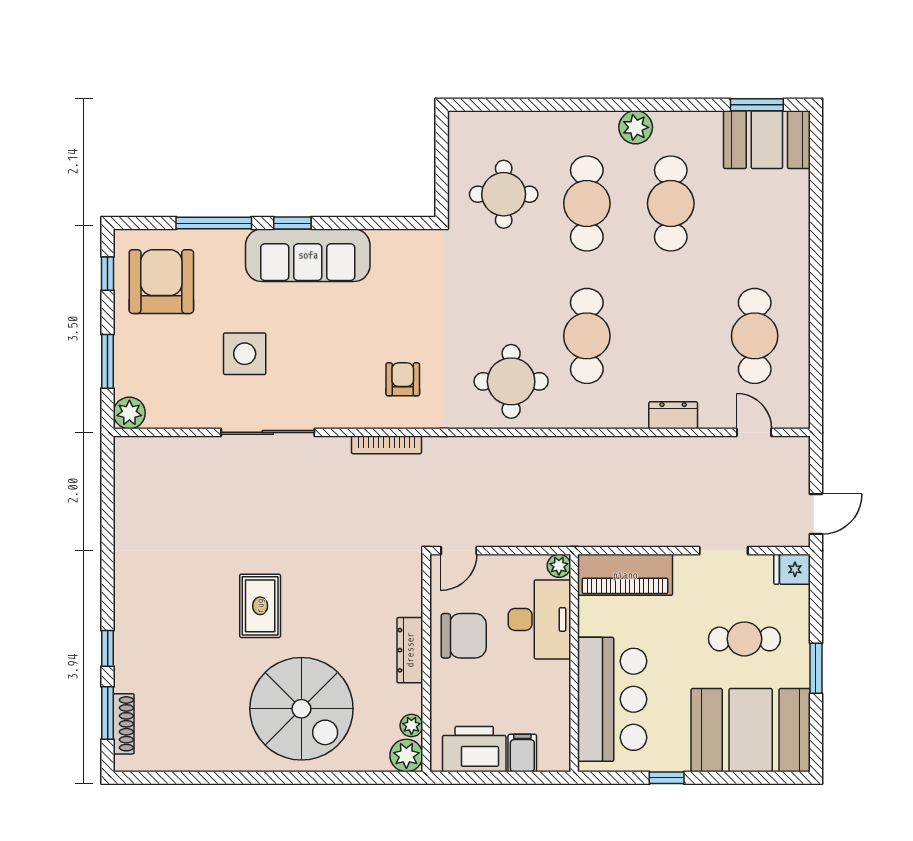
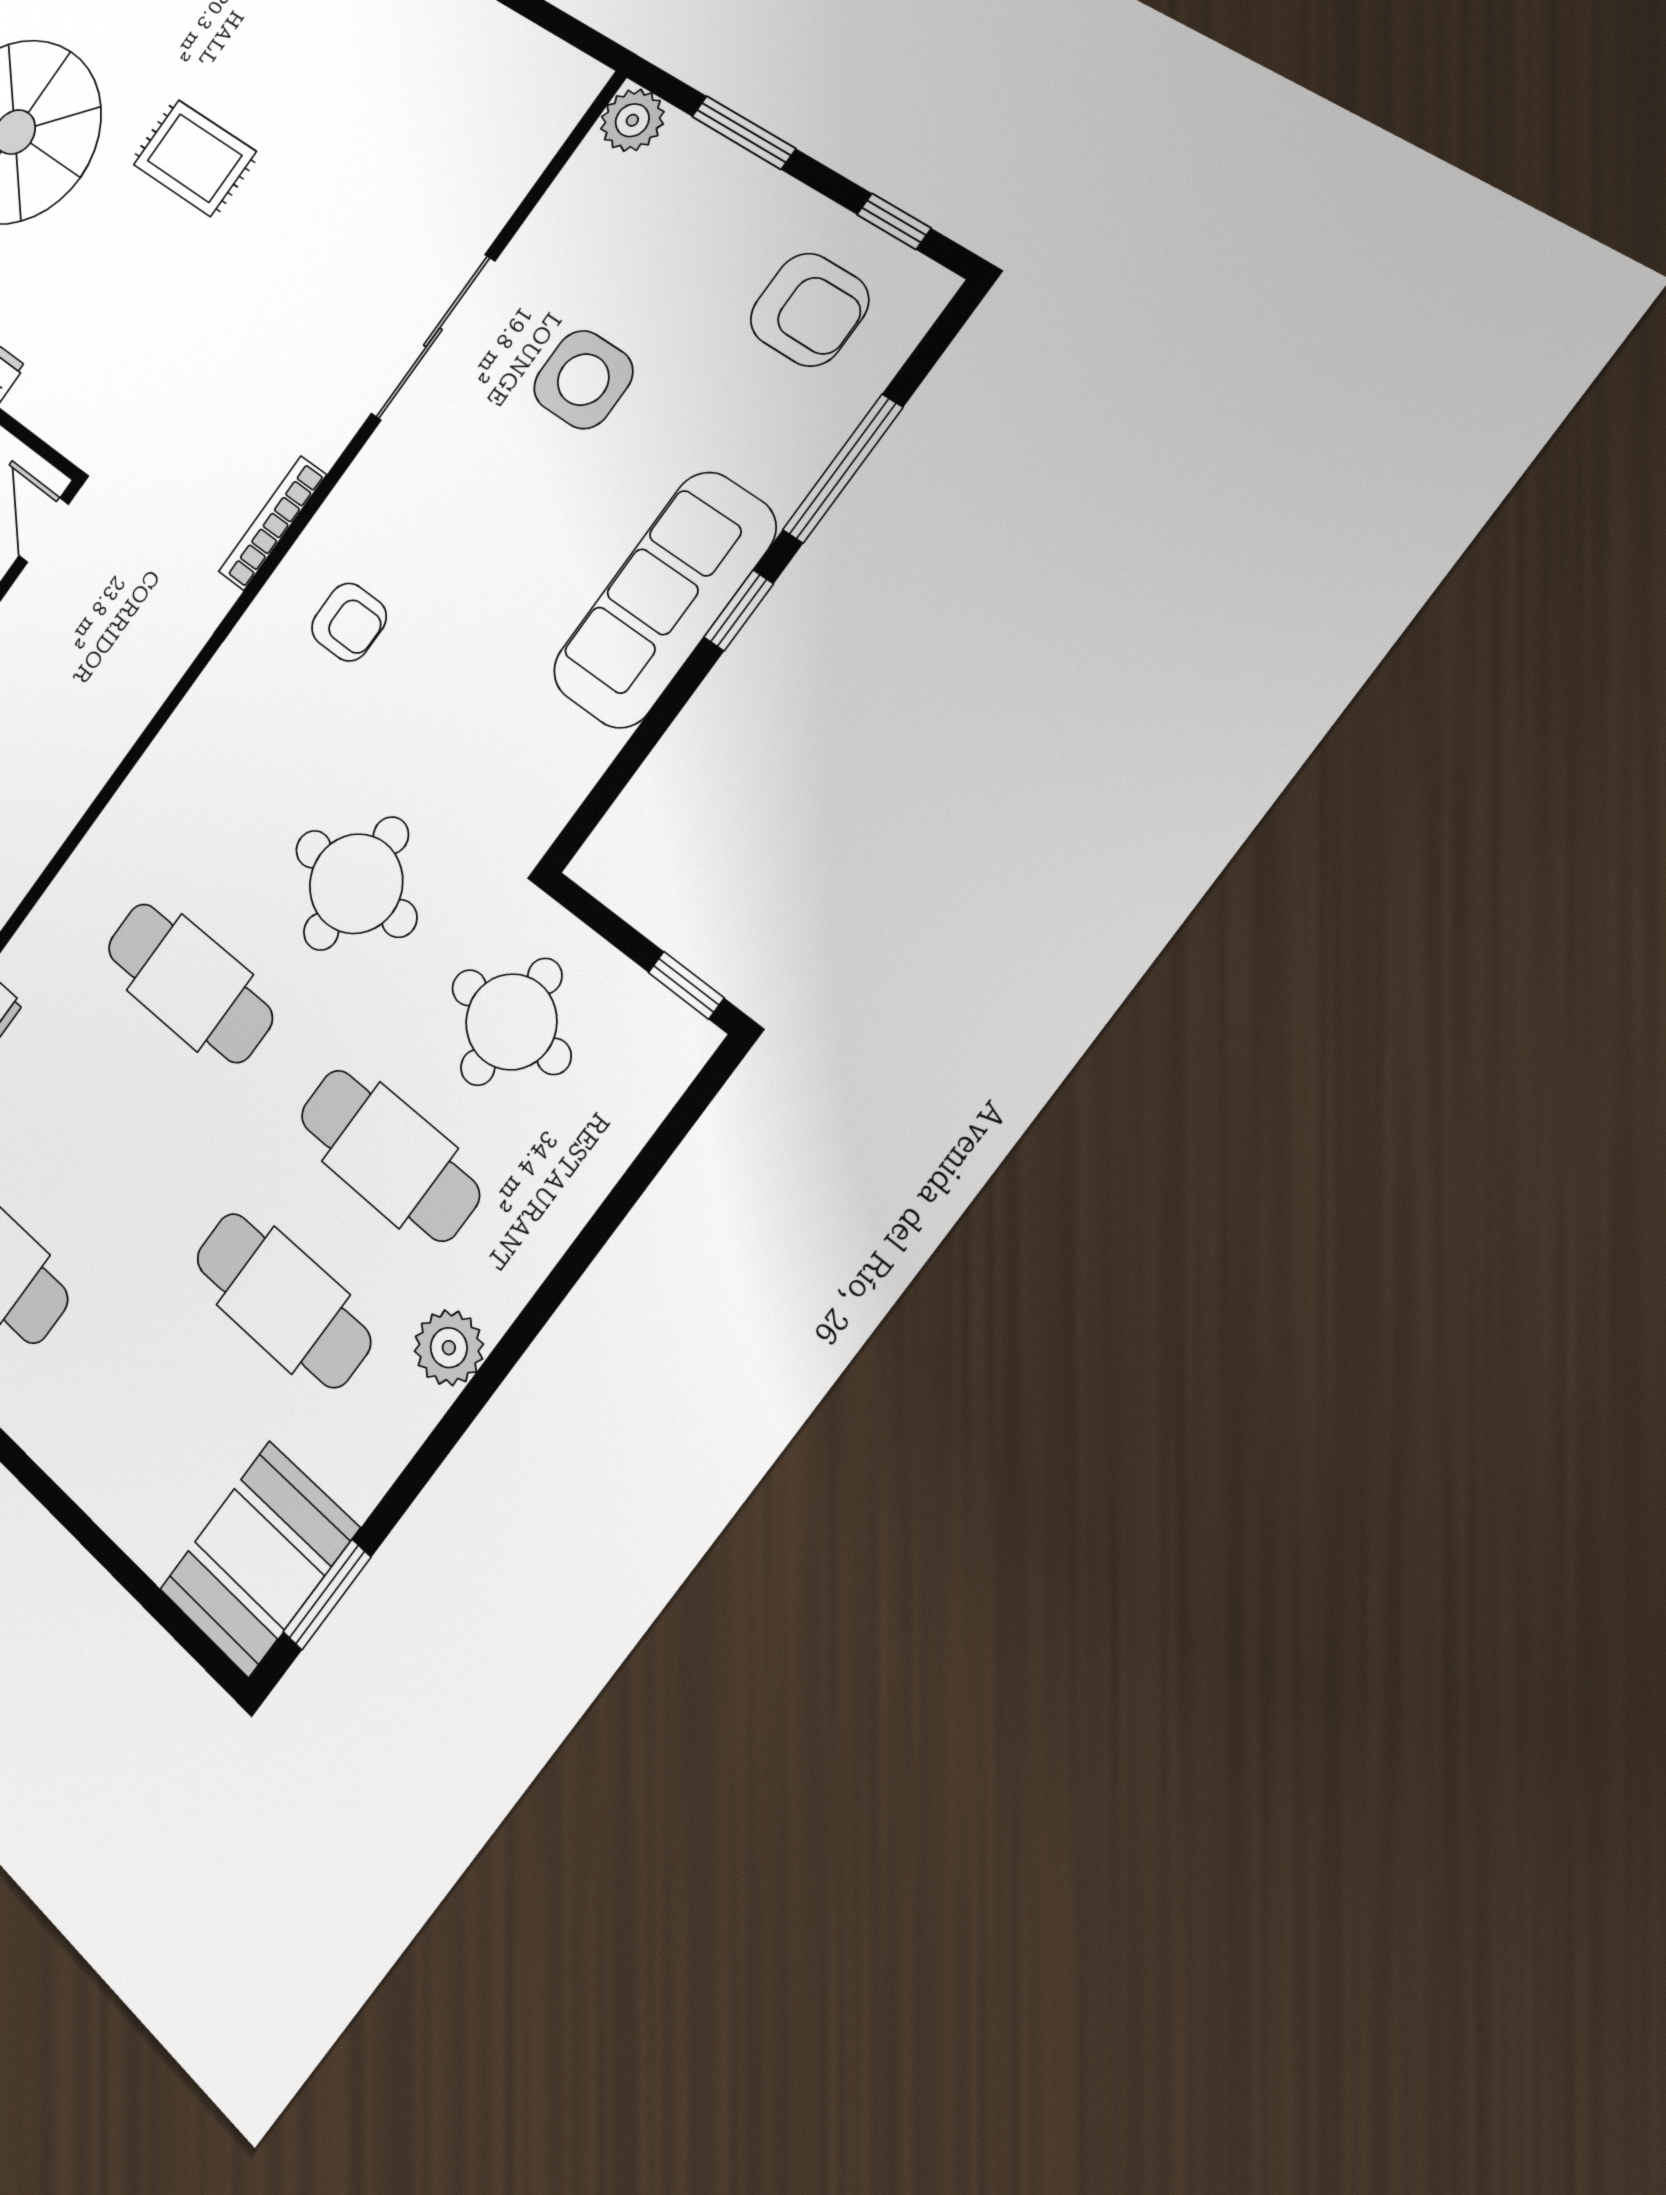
window: (442, 139) -> (686, 985), added
armchair: (161, 282) -> (809, 310), width x0.73, depth x0.73
round table: (511, 381) -> (356, 884), moved

